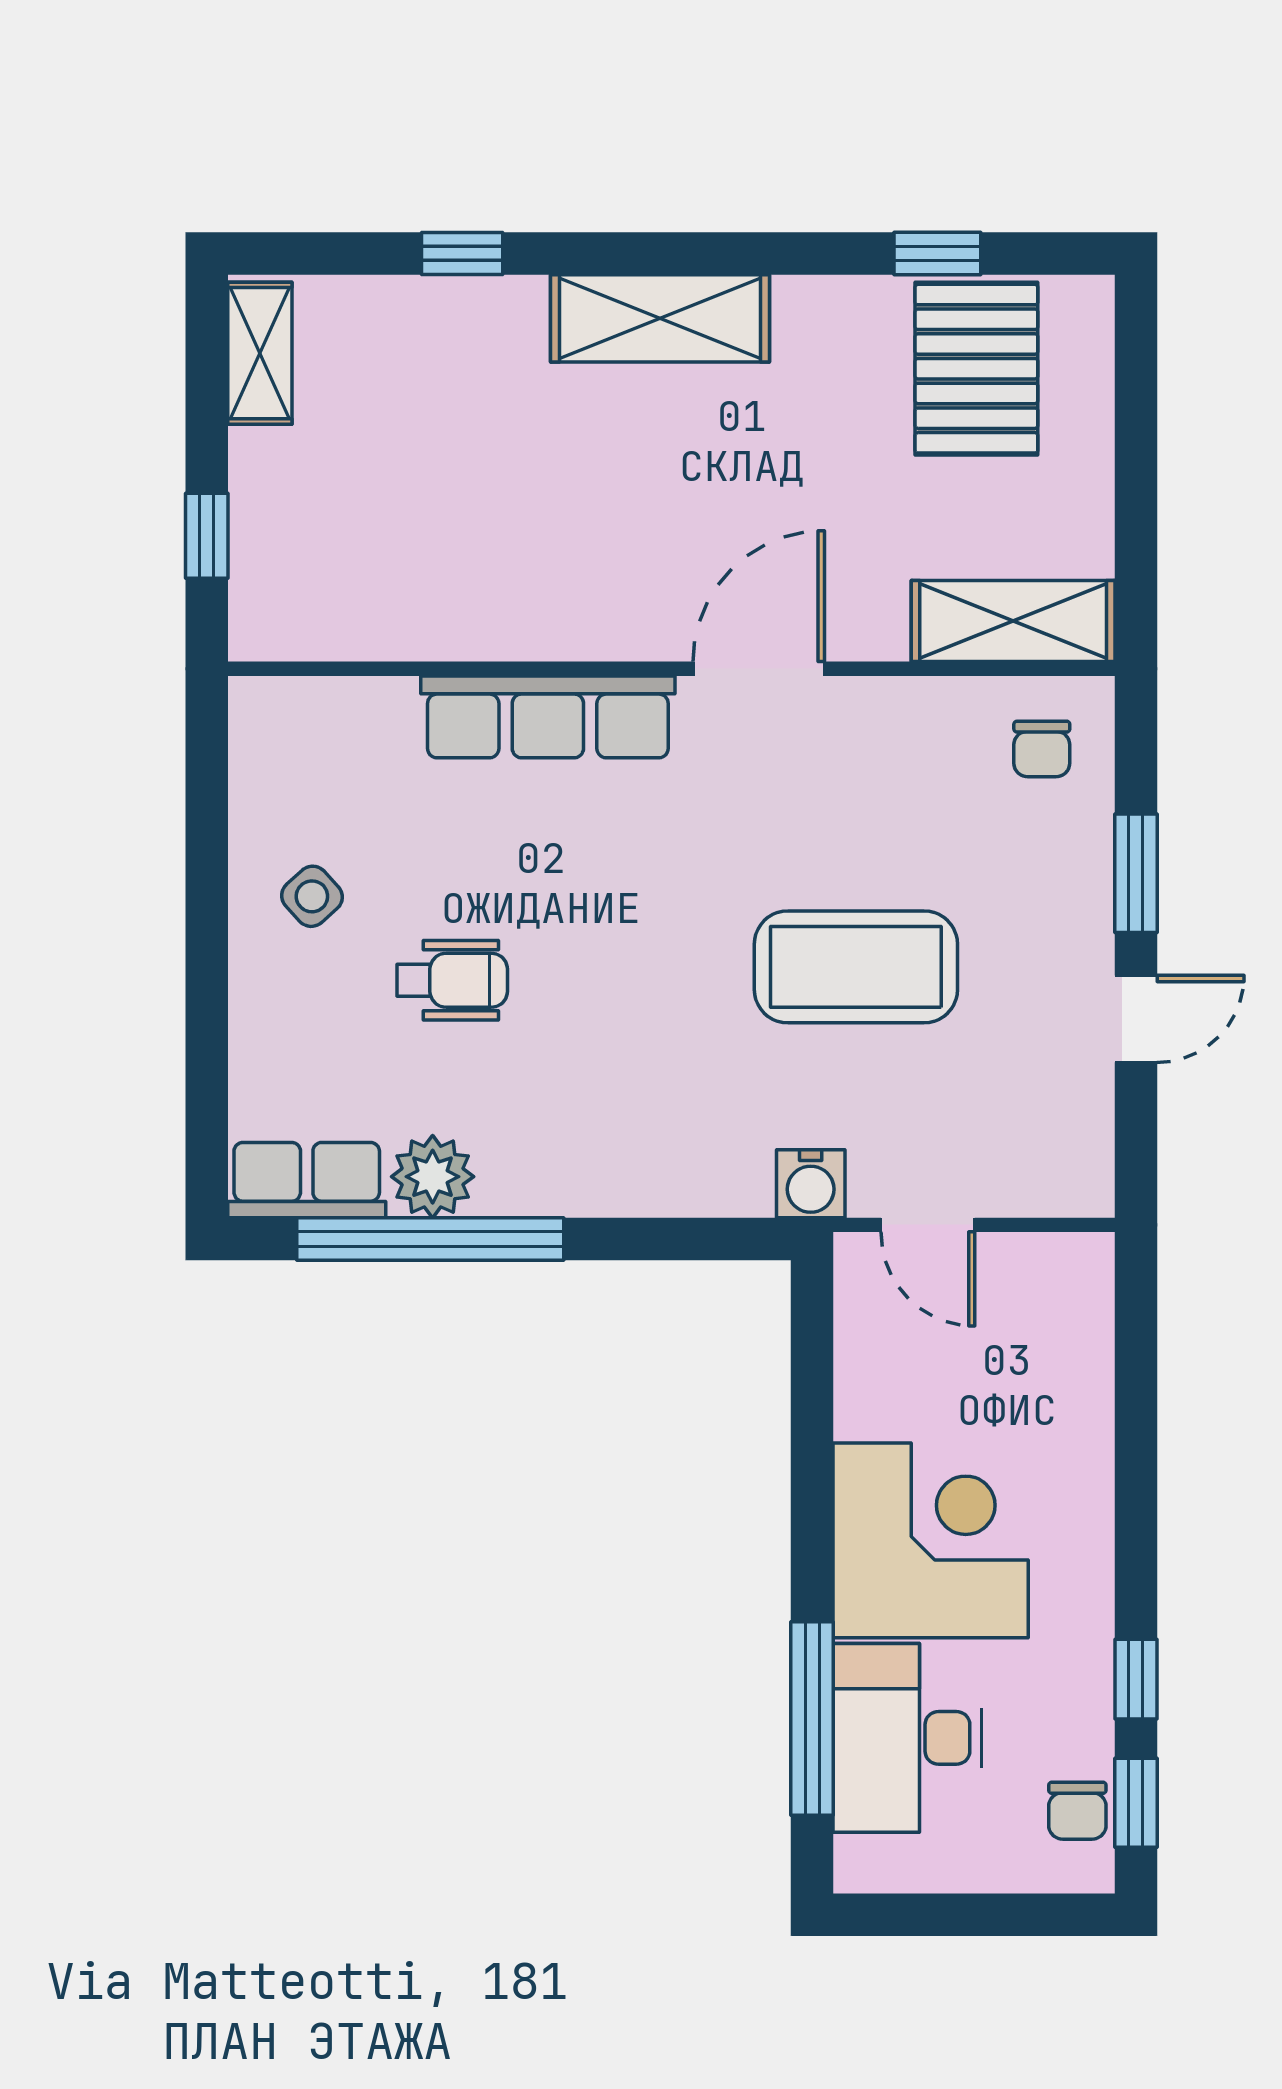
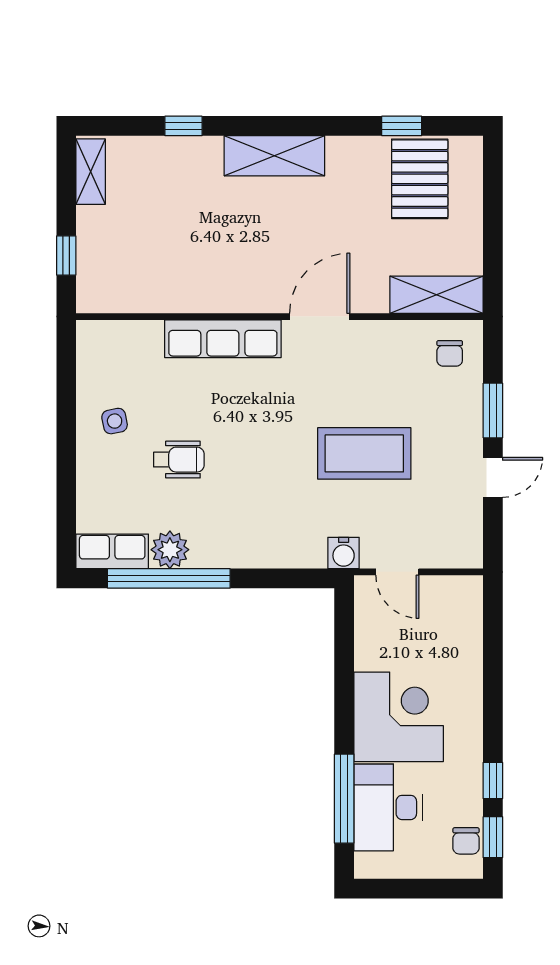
side table: (312, 896) -> (115, 421), turned 31

